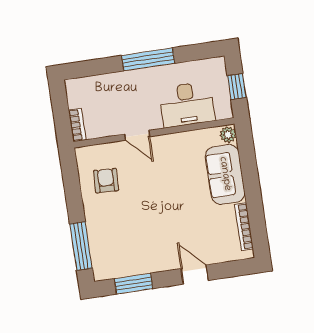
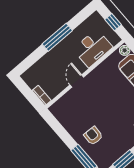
door: (137, 135) -> (77, 81), swing flipped
armchair: (106, 181) -> (93, 136), moved

